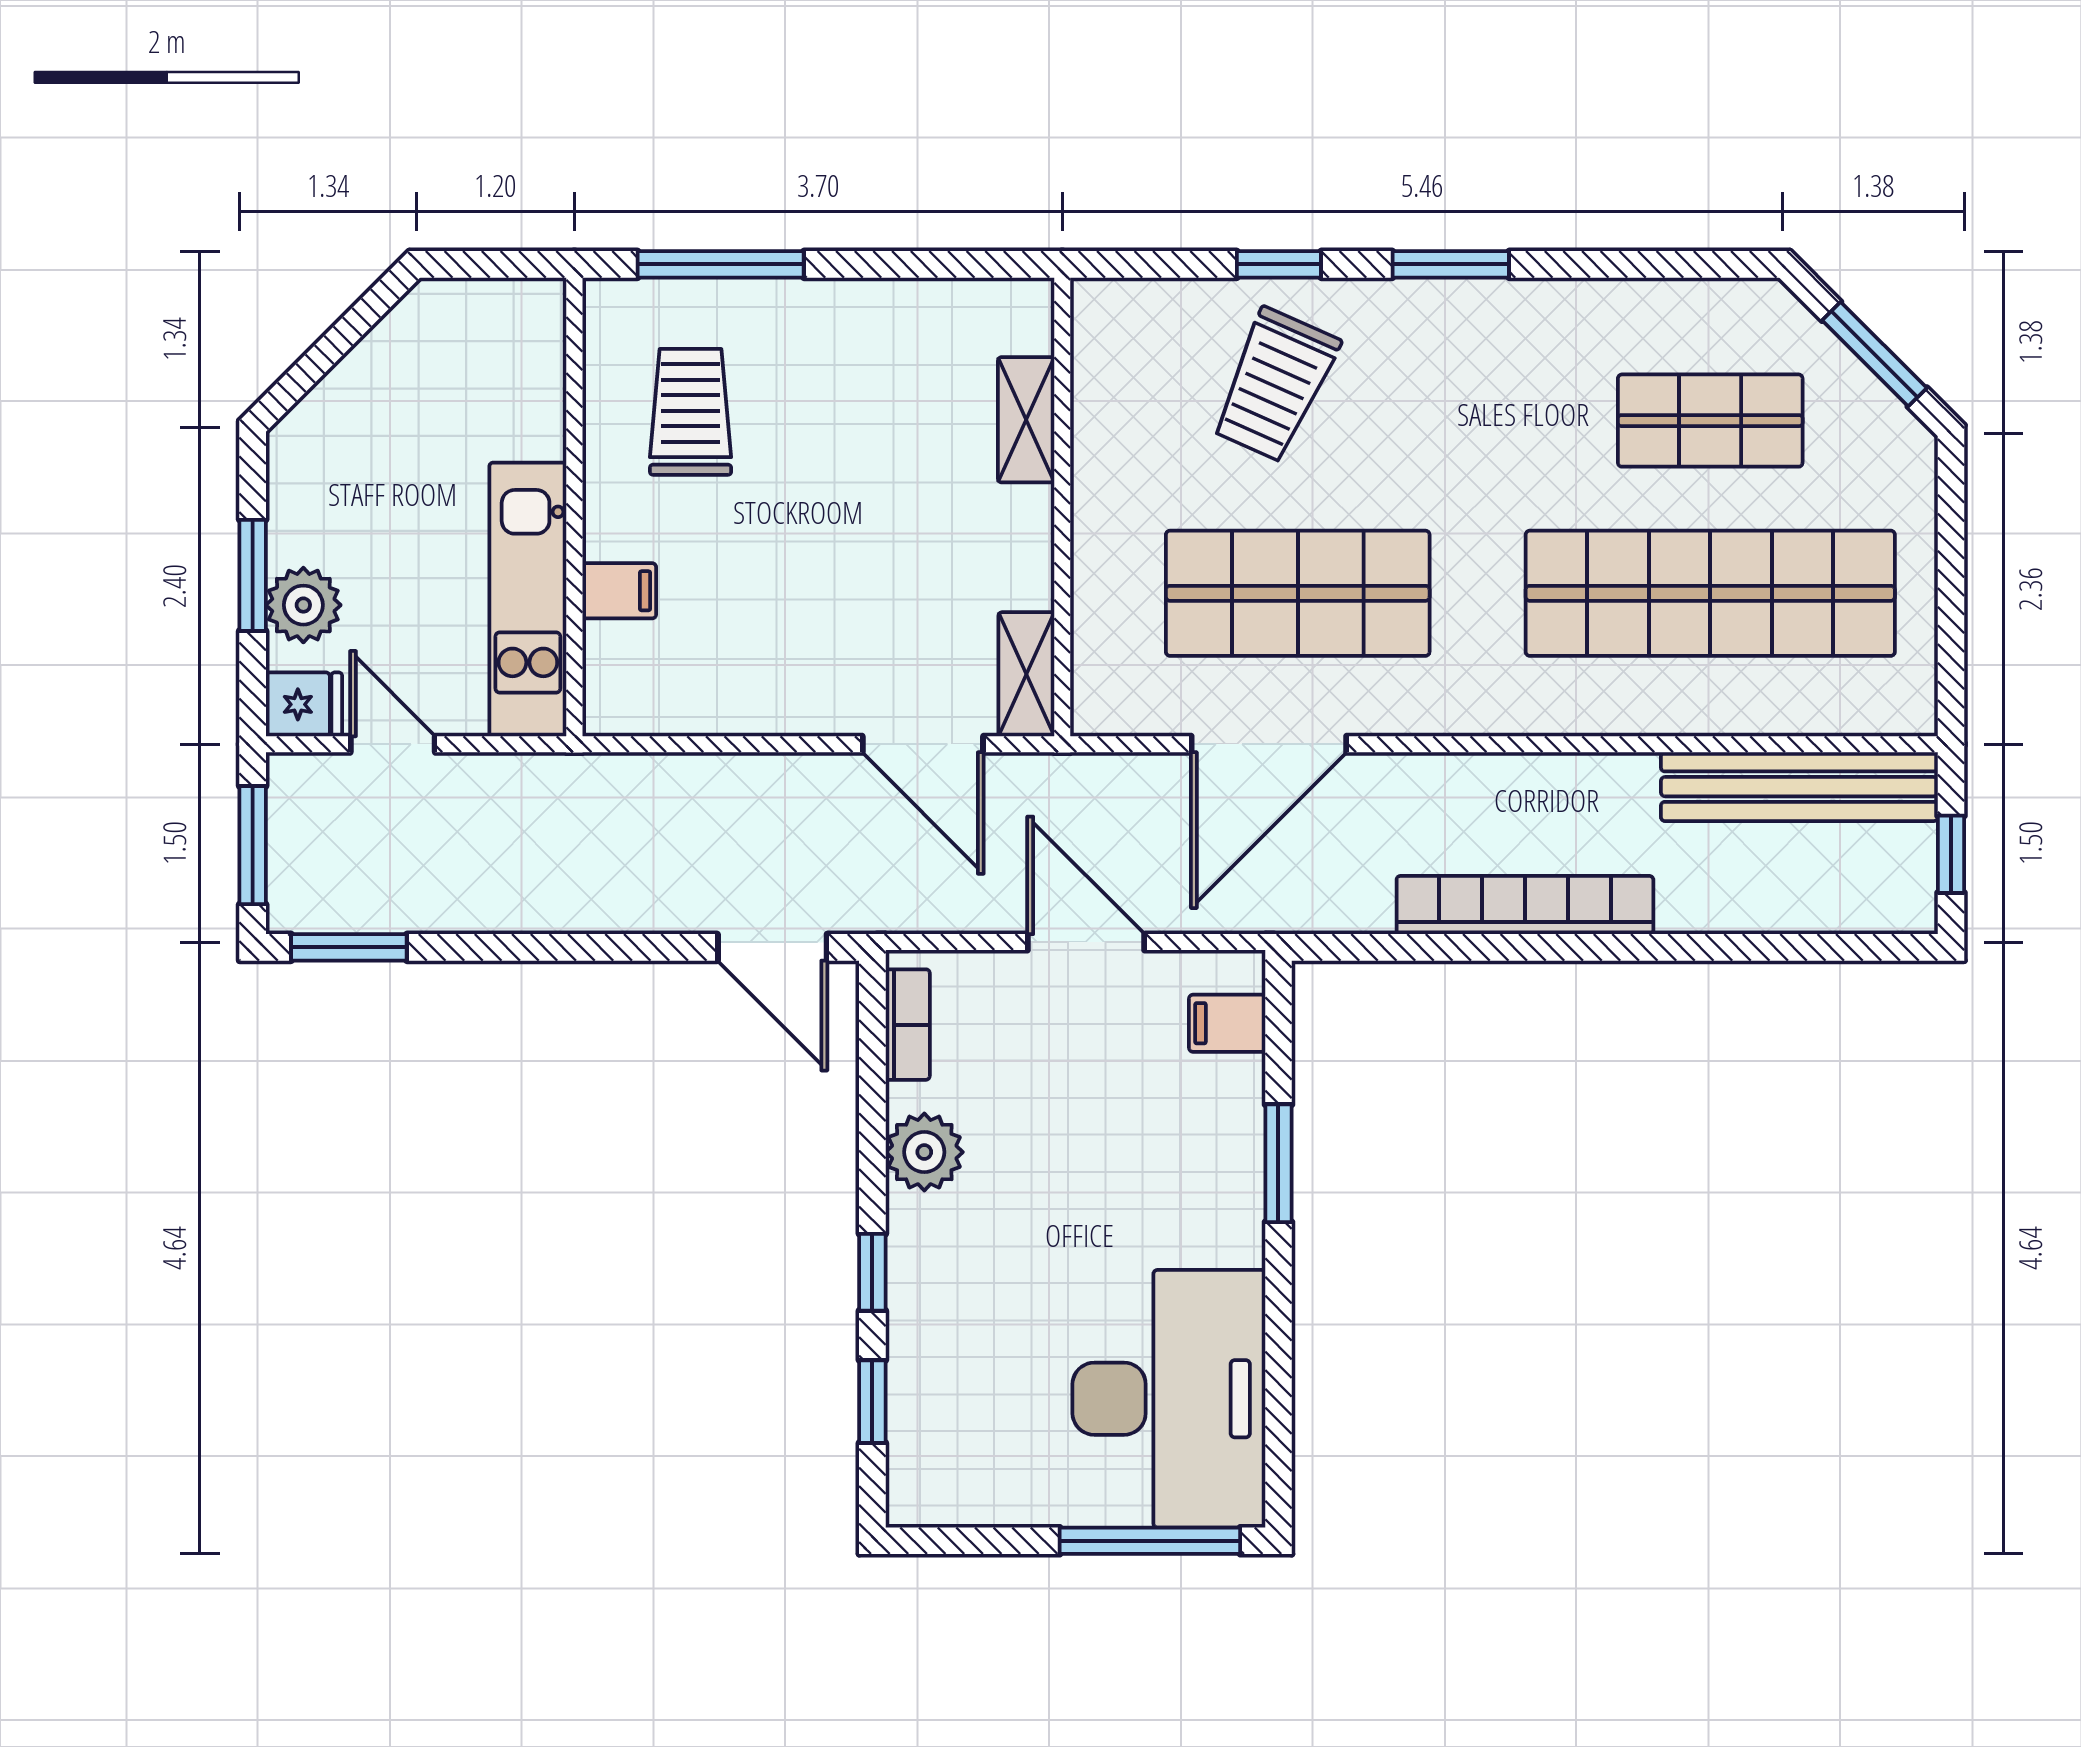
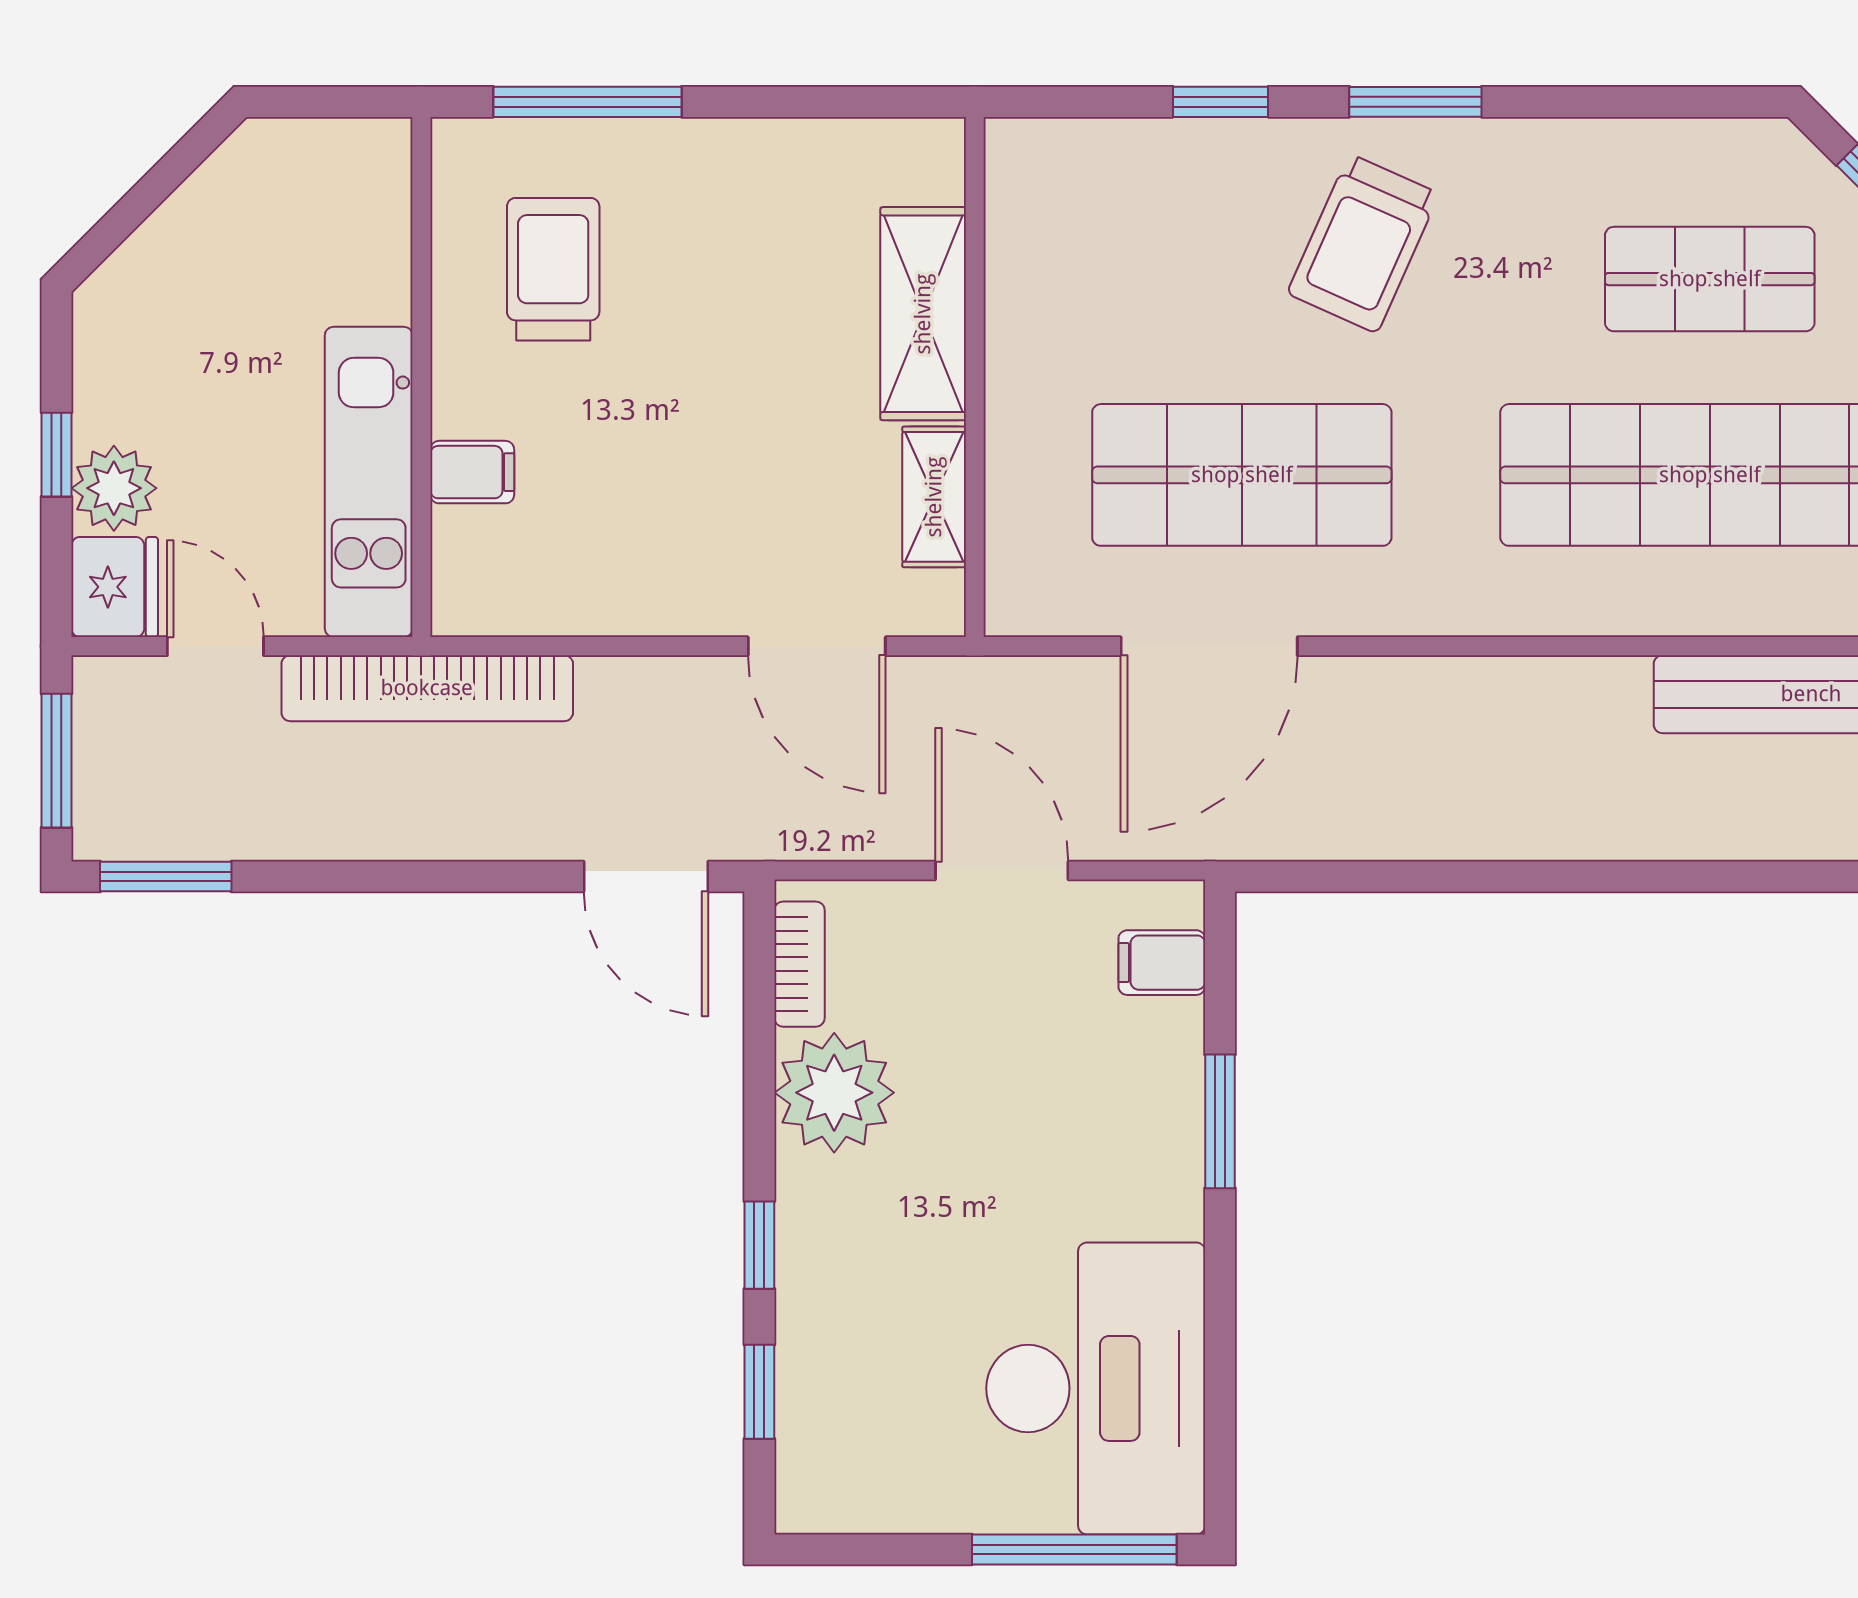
trolley: (1275, 385) -> (1363, 243), moved
shelving: (1026, 420) -> (923, 314), width x1.50, depth x1.33
window: (253, 575) -> (57, 455), width x0.67
shelving: (1026, 674) -> (934, 497), moved
fridge: (304, 704) -> (115, 587), width x1.38
bookcase: (1525, 905) -> (427, 688), moved, turned 180
plant: (924, 1152) -> (834, 1093), width x1.36, depth x1.36

